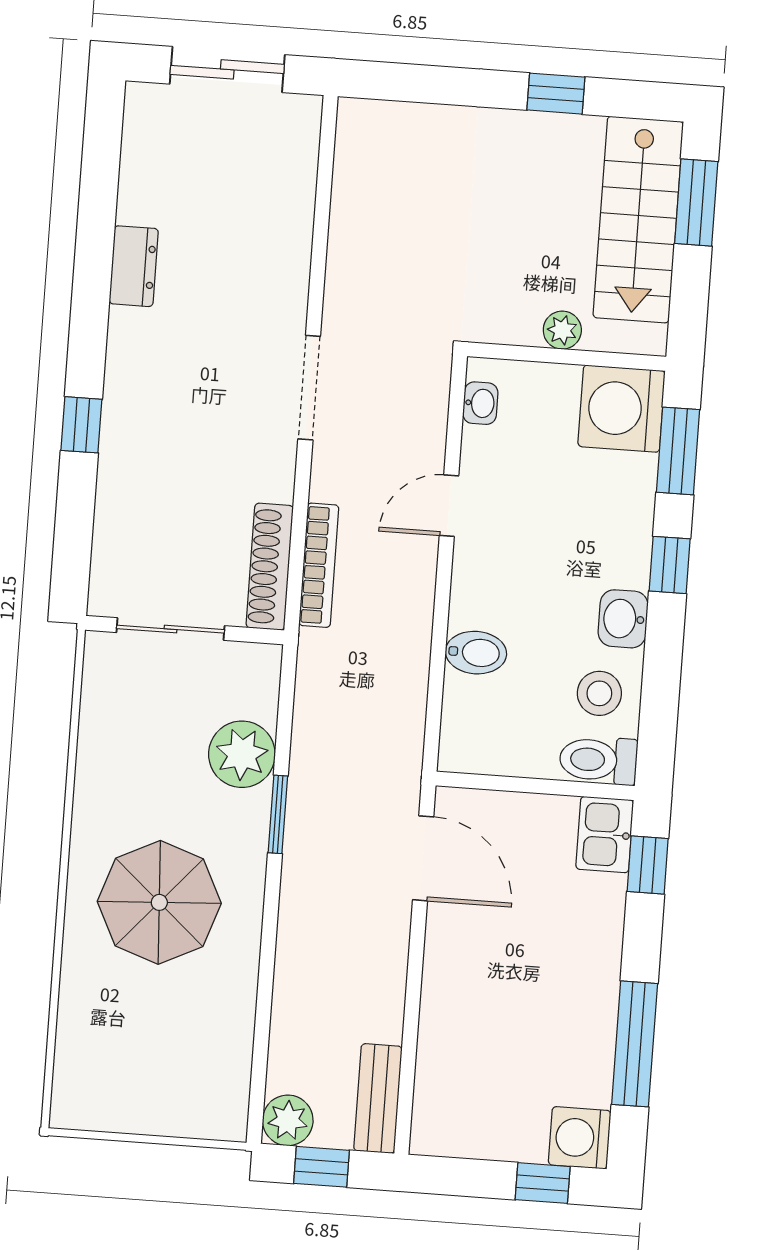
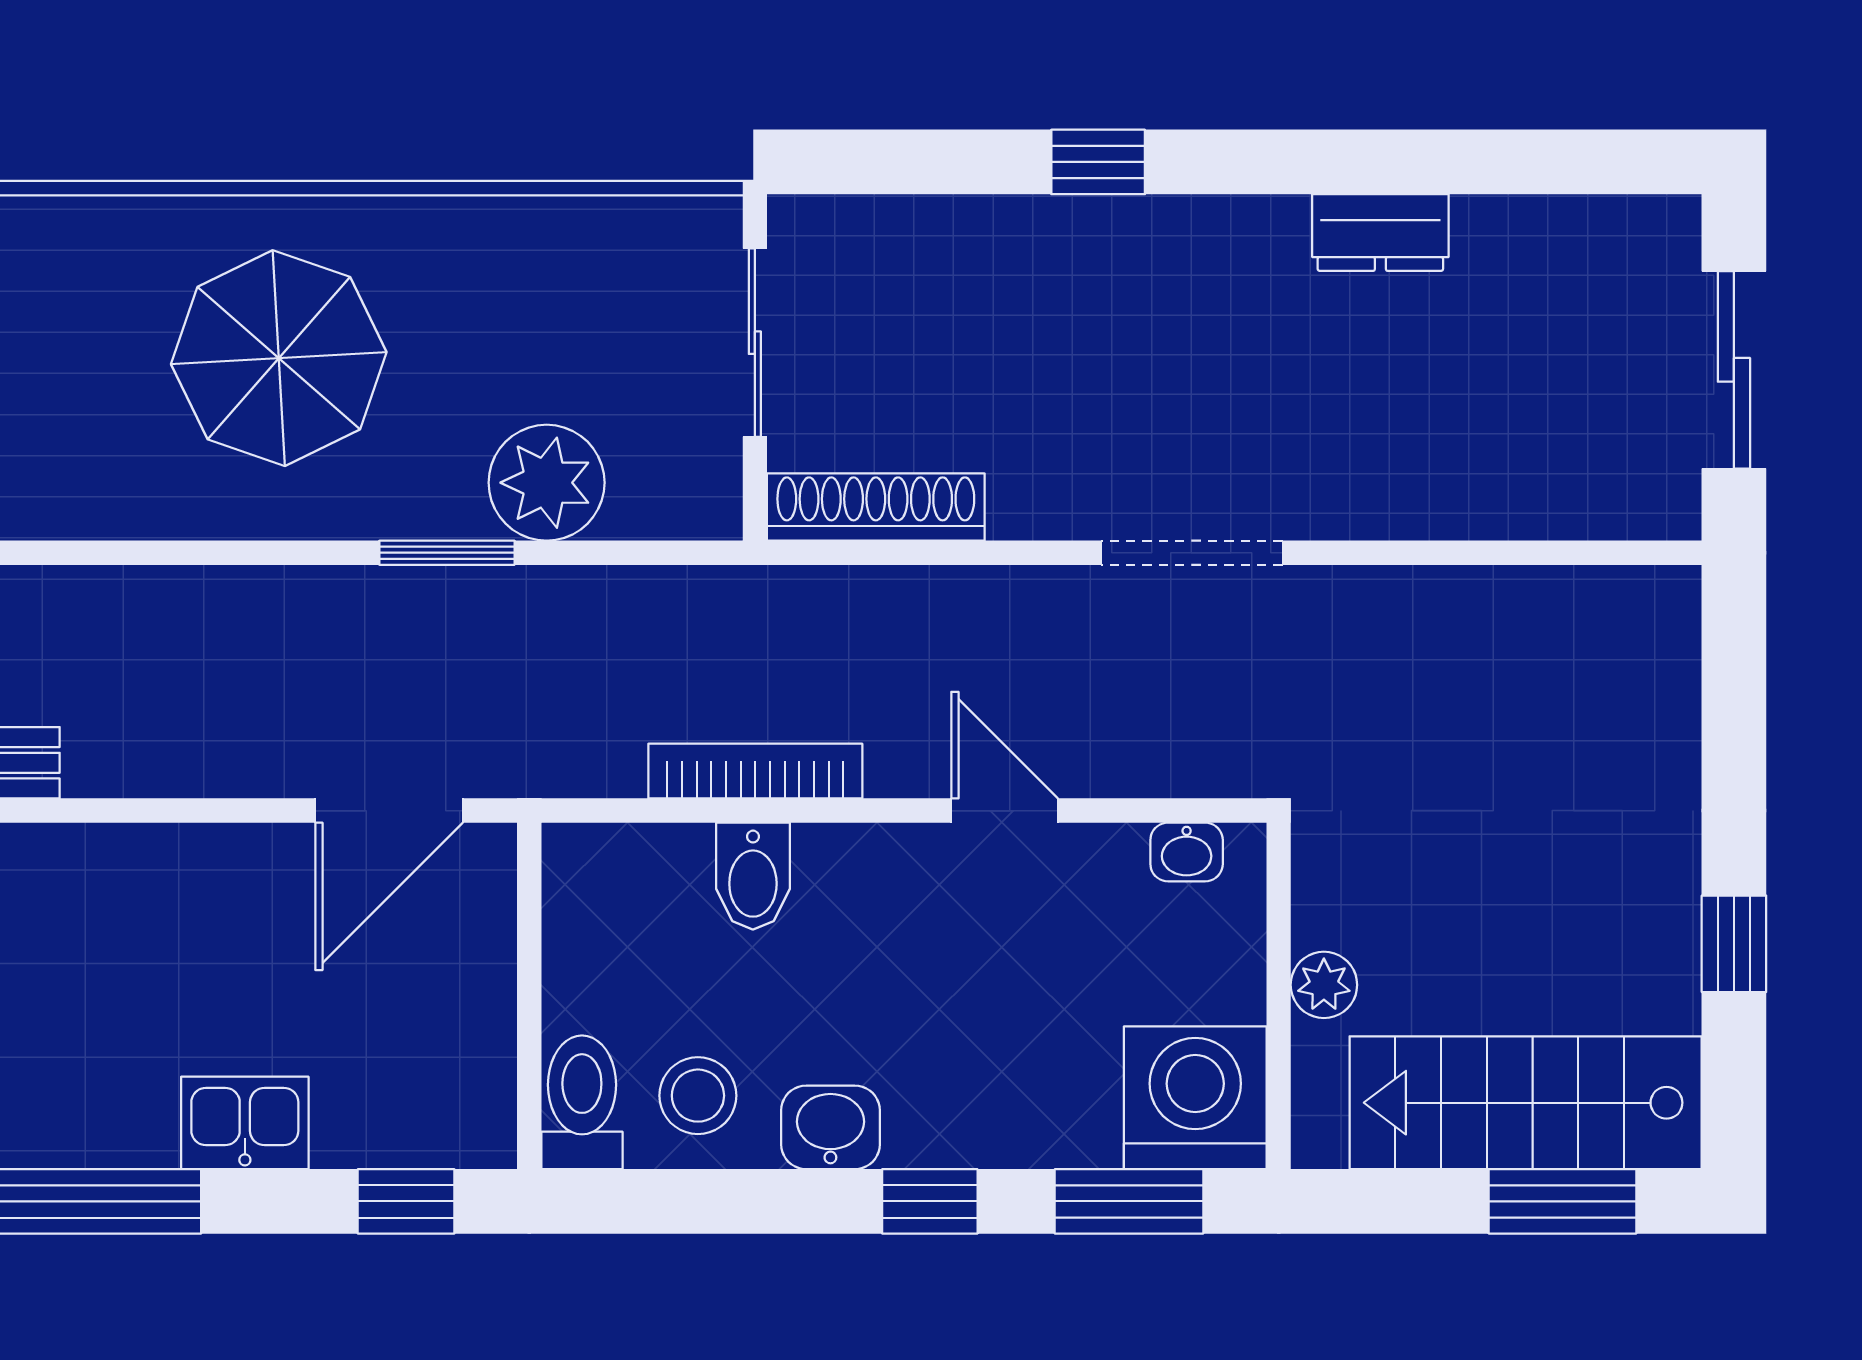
bookcase: (319, 565) -> (755, 771), moved, turned 180
kitchen sink: (605, 835) -> (245, 1123), moved

